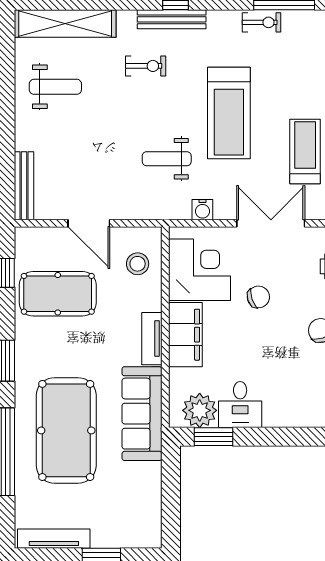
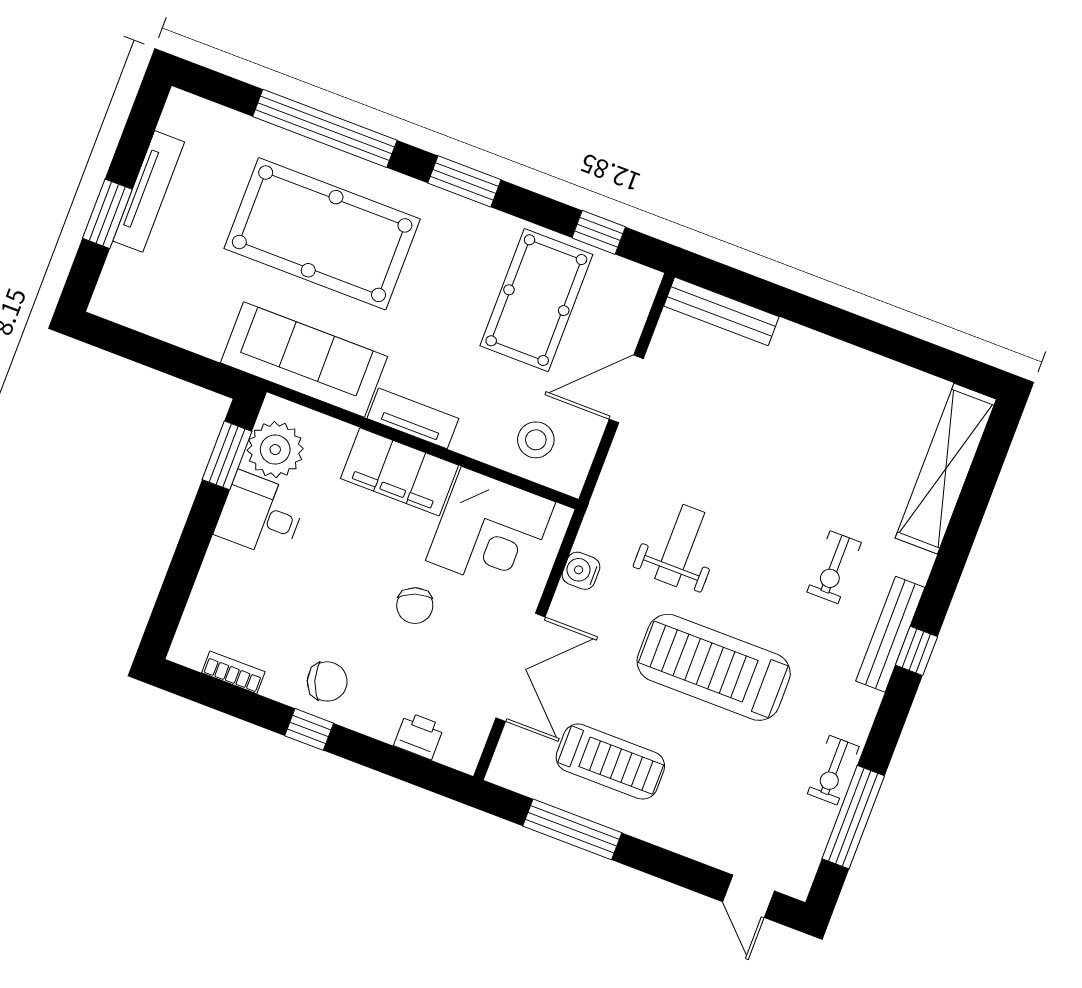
weight bench: (55, 87) -> (855, 417), removed
tv unit: (54, 539) -> (149, 191), moved

